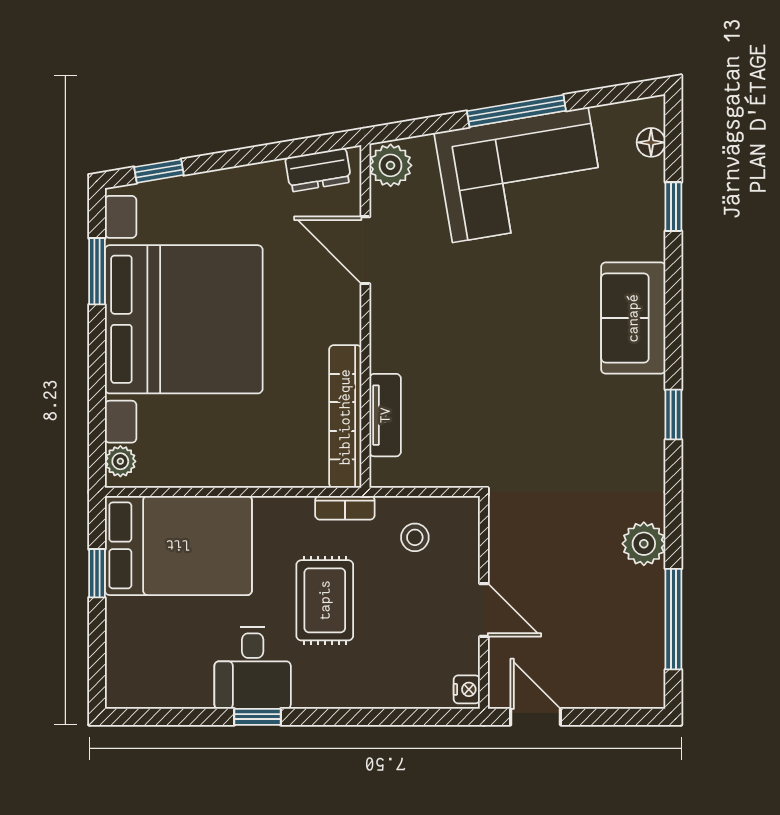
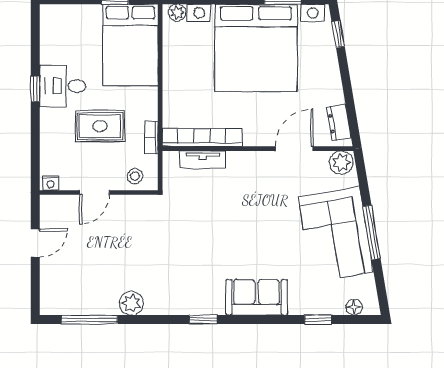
wall: (484, 602) -> (99, 192), moved
door: (484, 610) -> (95, 192), moved
nightstand: (467, 689) -> (51, 183), moved

